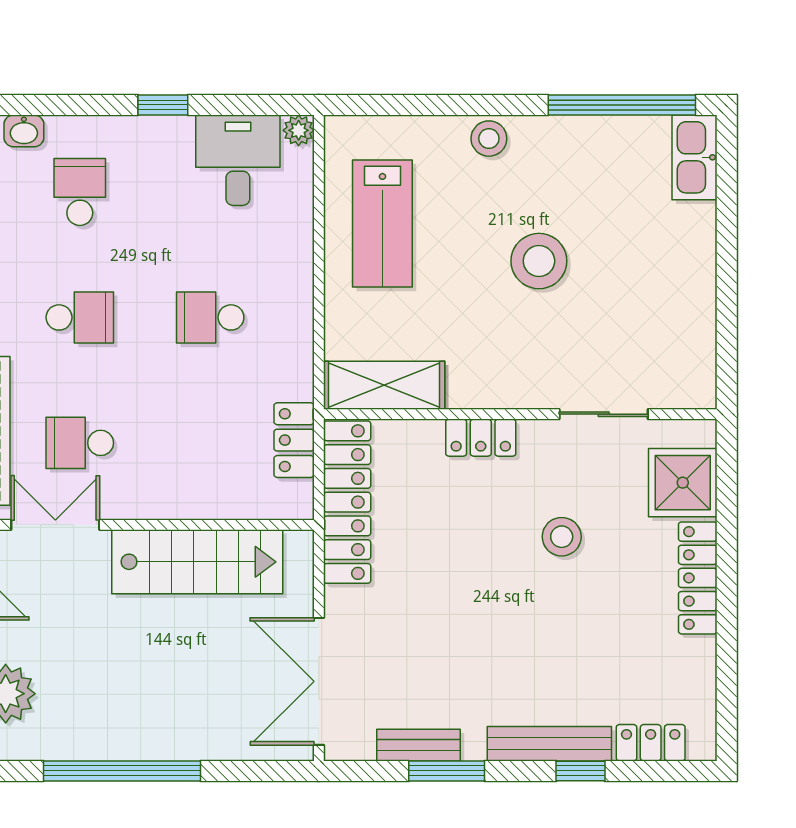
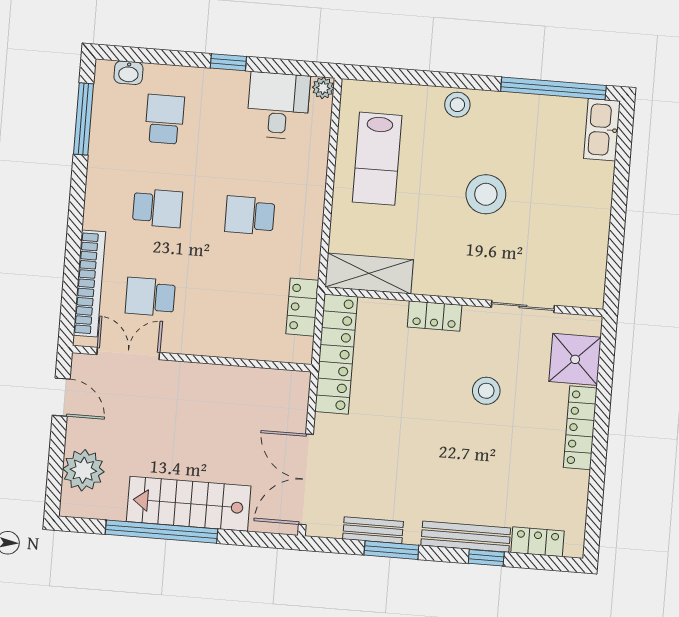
stairs: (197, 562) -> (189, 504), moved, turned 180

